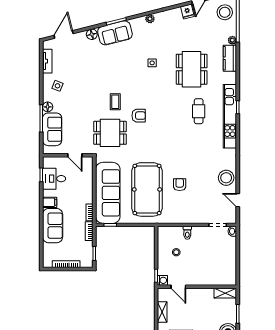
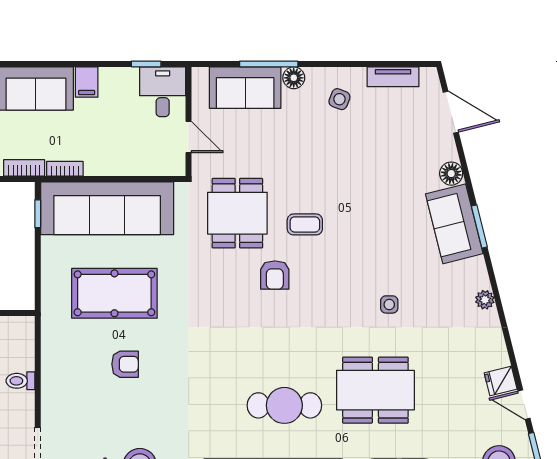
cafe table: (199, 111) -> (284, 405), width x1.37, depth x1.35
door: (75, 155) -> (189, 137), swing flipped
desk: (54, 179) -> (163, 92), moved
pool table: (147, 189) -> (114, 293), width x0.73, depth x0.76

